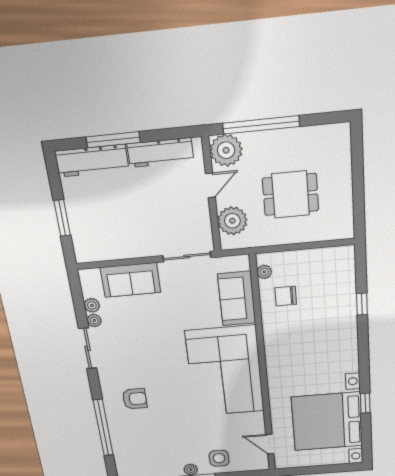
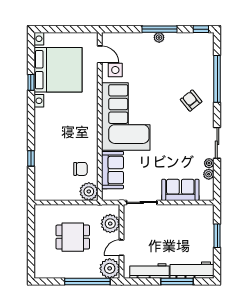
plant: (264, 272) -> (89, 191), width x1.88, depth x1.88
armchair: (135, 399) -> (191, 101), turned 51
side table: (219, 458) -> (115, 70), moved

